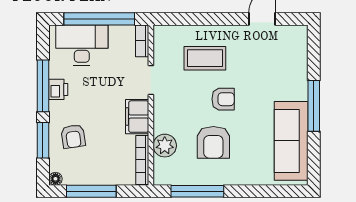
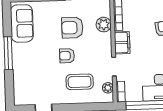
plant: (161, 47) -> (108, 88), added
sofa: (291, 141) -> (22, 23), width x0.73
armchair: (213, 142) -> (72, 28), turned -90

